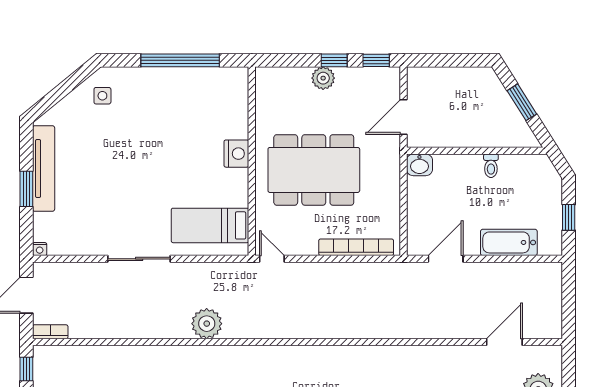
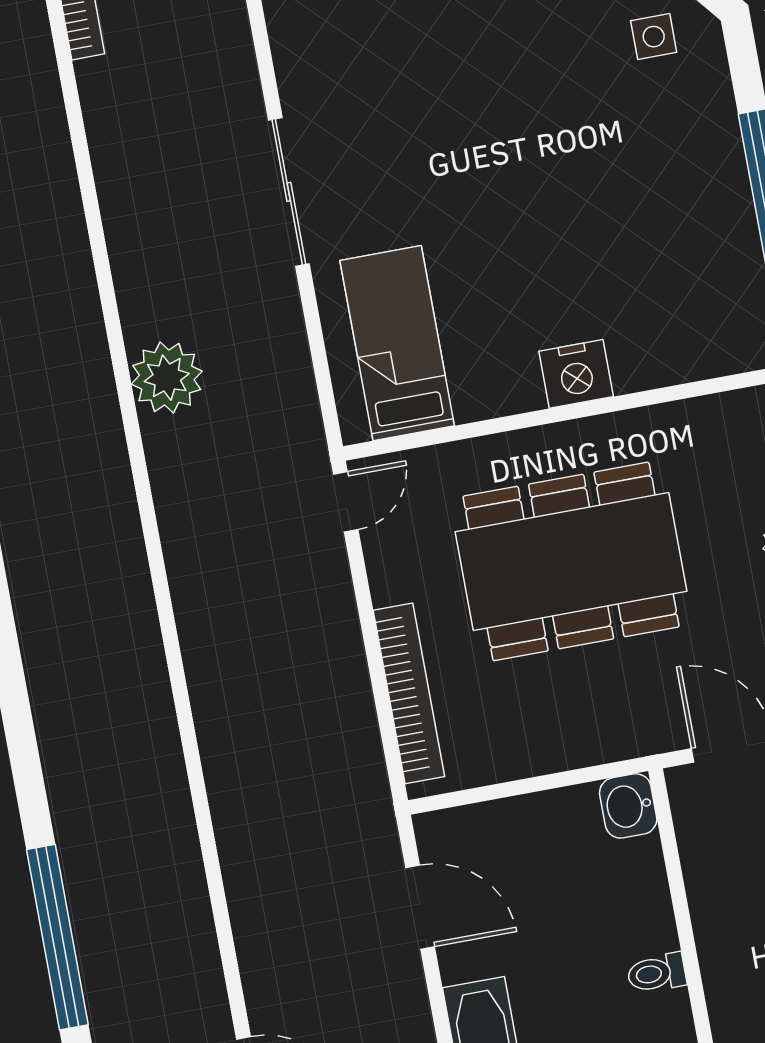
dining table: (314, 170) -> (571, 561), turned 90

